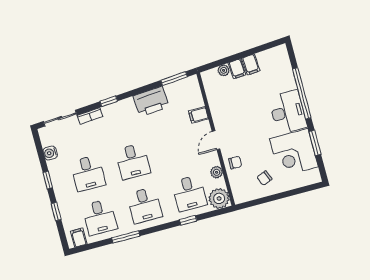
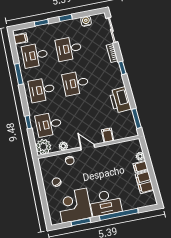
filing cabinet: (251, 64) -> (145, 182), width x2.00

